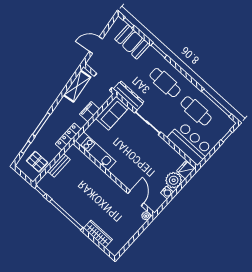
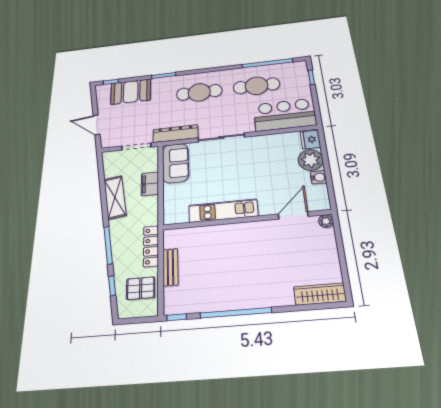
door: (96, 45) -> (97, 125), hinge flipped
shelving: (77, 86) -> (115, 197), moved
locker: (68, 137) -> (151, 246), moved
kitchen unit: (96, 151) -> (223, 211), moved
door: (136, 198) -> (293, 215), hinge flipped
wardrobe: (98, 234) -> (320, 294), moved

